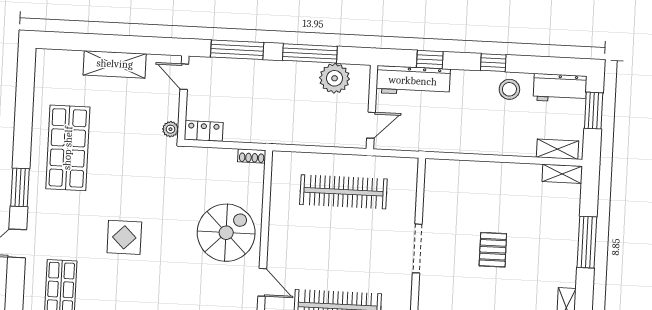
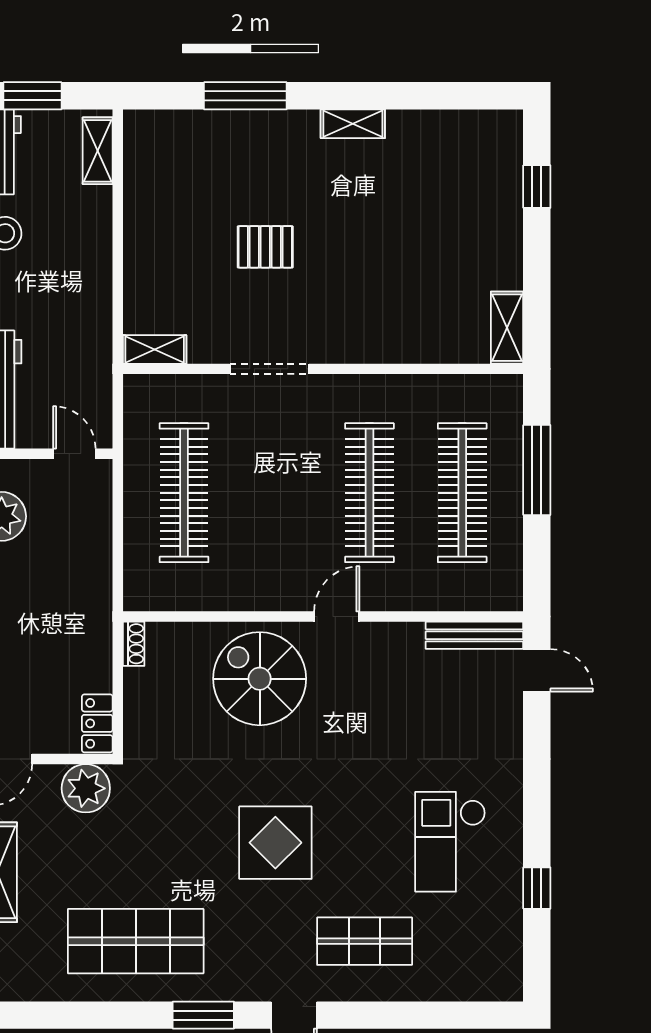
plant: (170, 129) -> (86, 788), width x1.87, depth x1.87
shelving: (562, 174) -> (155, 349), moved, turned 90
display table: (124, 237) -> (275, 843), width x1.36, depth x1.36

